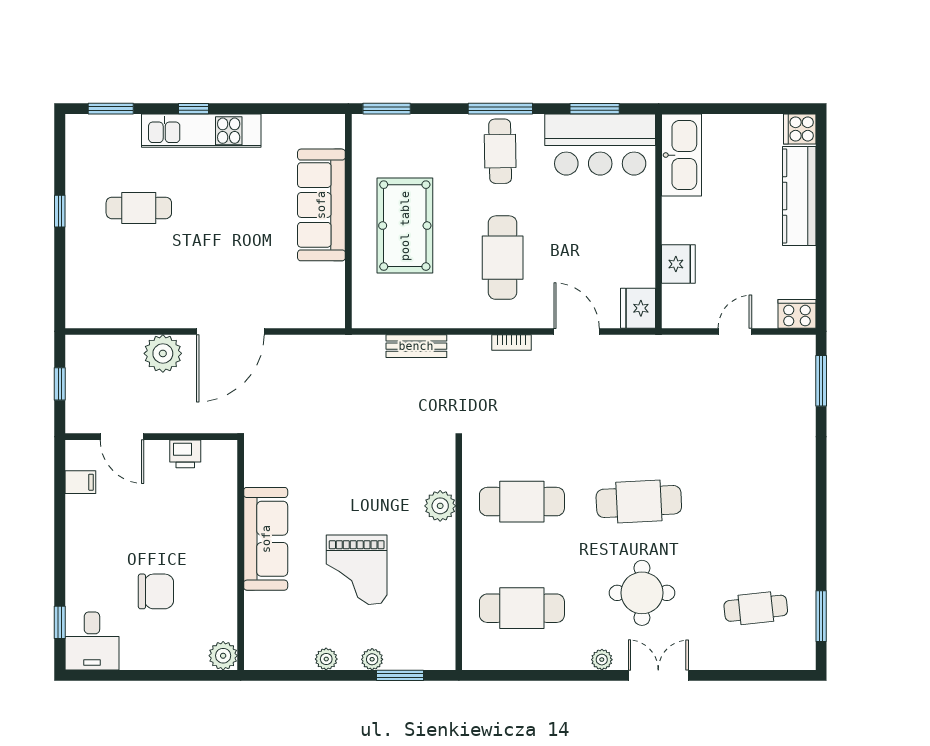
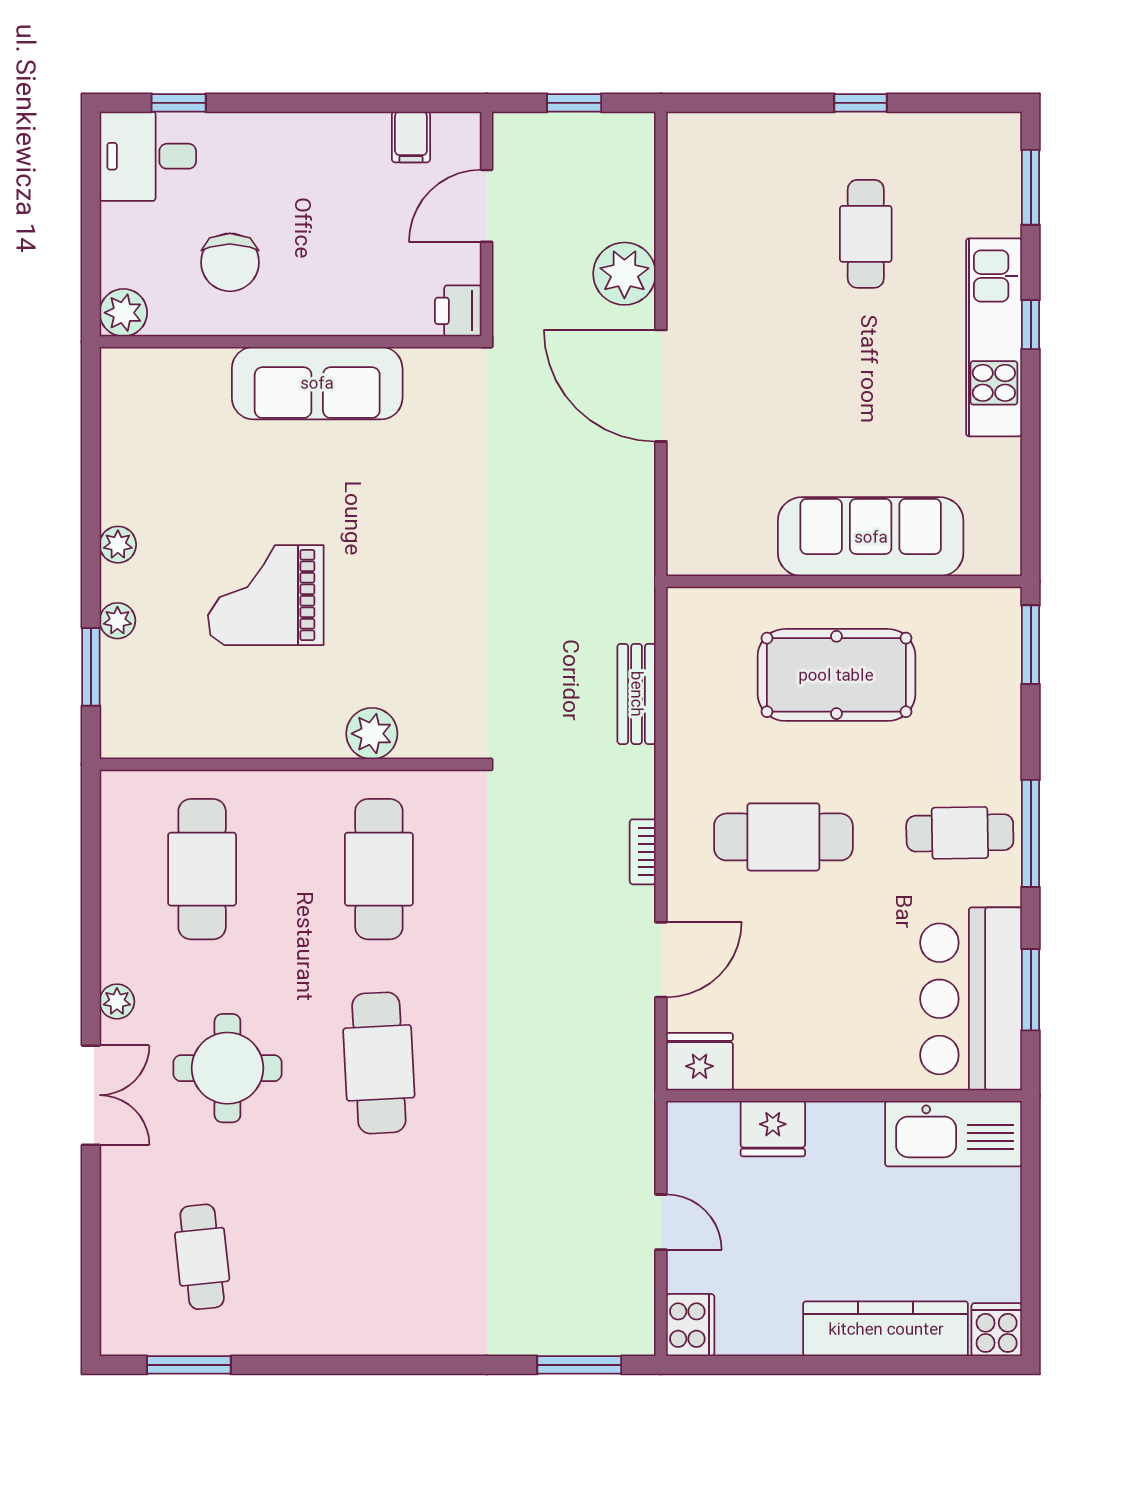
sofa: (266, 539) -> (317, 383), moved
wall: (241, 555) -> (290, 342), moved
plant: (223, 656) -> (123, 313), moved

